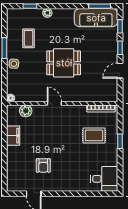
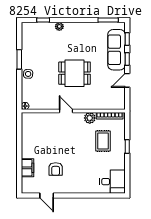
sofa: (96, 18) -> (117, 50), moved, turned 90
coffee table: (29, 38) -> (42, 50), removed
plant: (26, 111) -> (90, 118), moved
rug: (94, 135) -> (103, 141), turned 90
filing cabinet: (13, 136) -> (27, 168), moved

